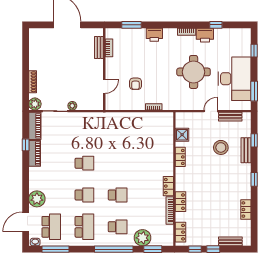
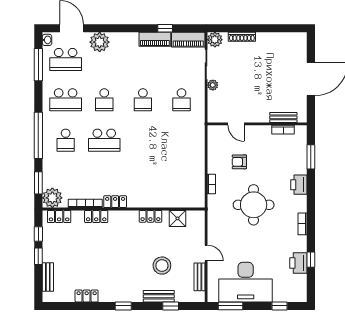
printer: (205, 35) -> (298, 263), moved
round table: (194, 72) -> (254, 205), moved
school desk: (84, 131) -> (182, 100), added
school desk: (118, 195) -> (104, 140), width x1.85
plant: (142, 238) -> (52, 198), moved

